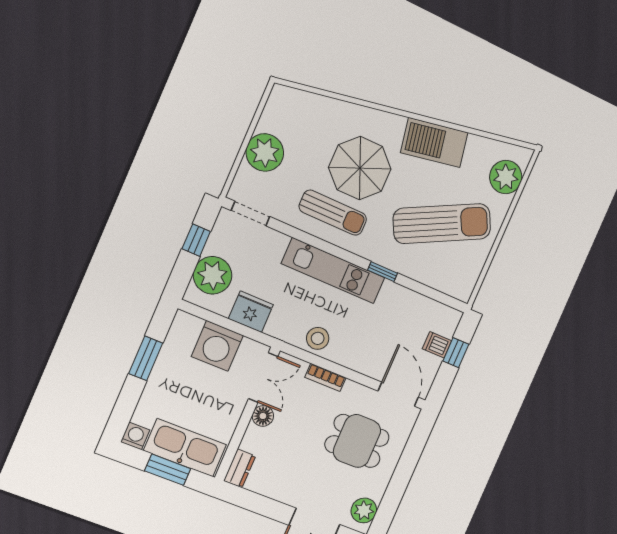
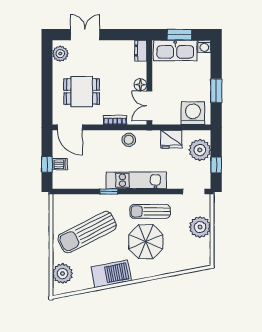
washing machine: (217, 346) -> (193, 113), moved

